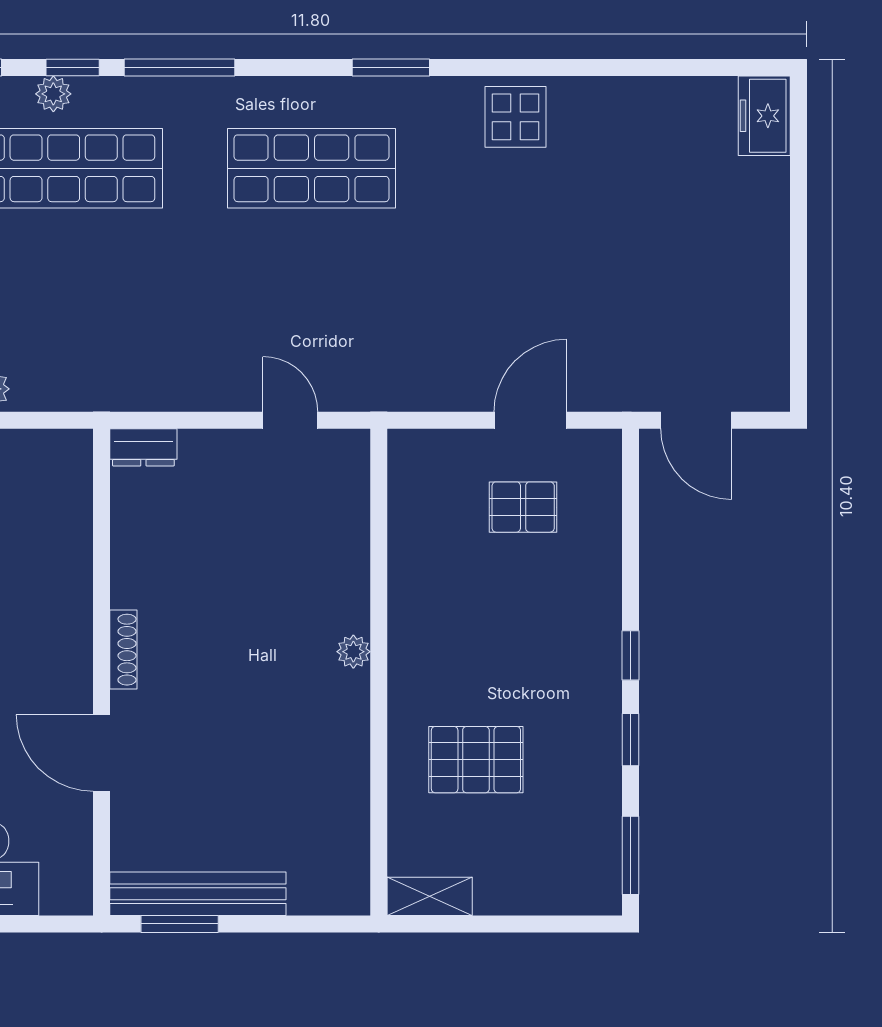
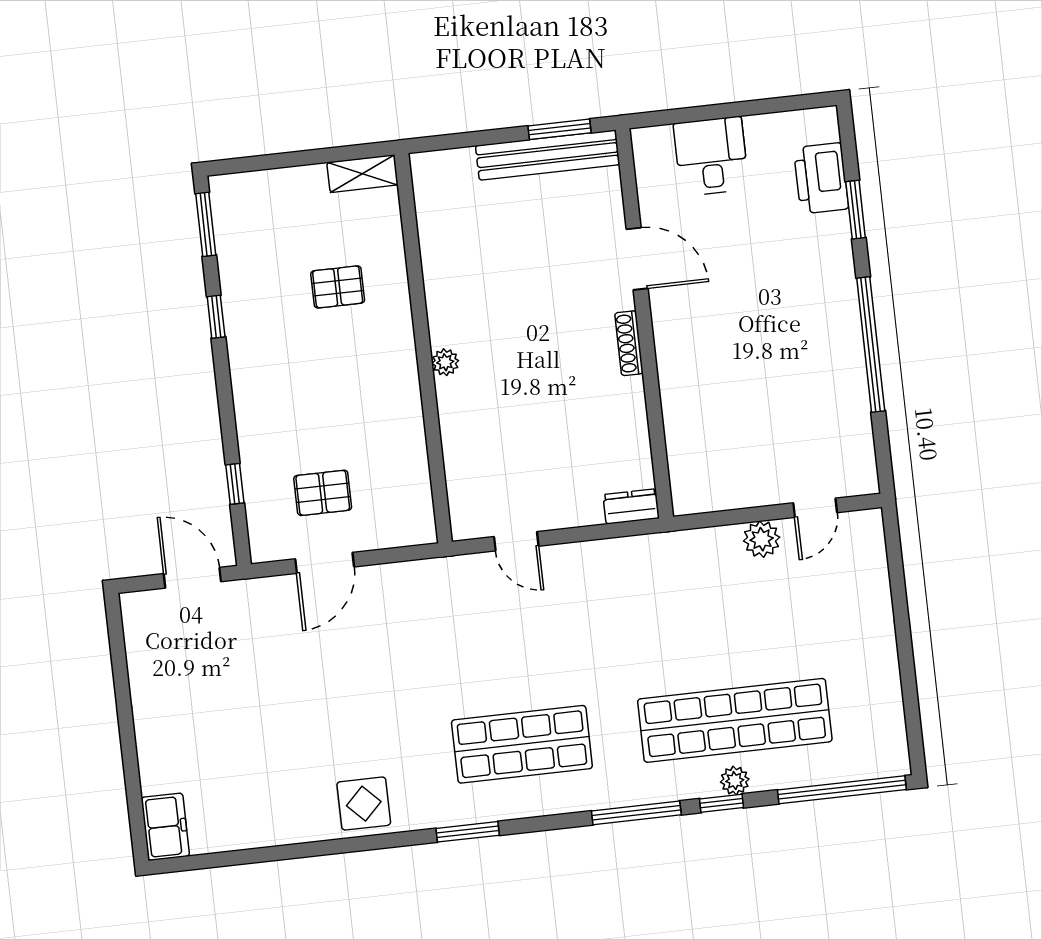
window: (631, 655) -> (235, 484), moved
pallet: (476, 760) -> (338, 287), width x0.67, depth x0.71

